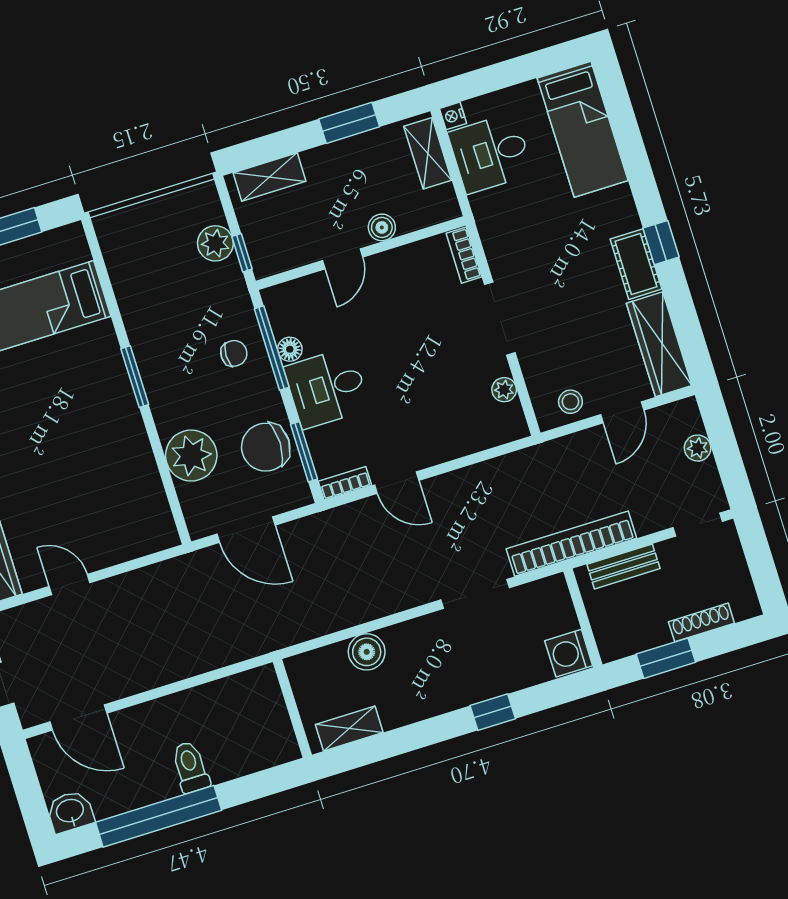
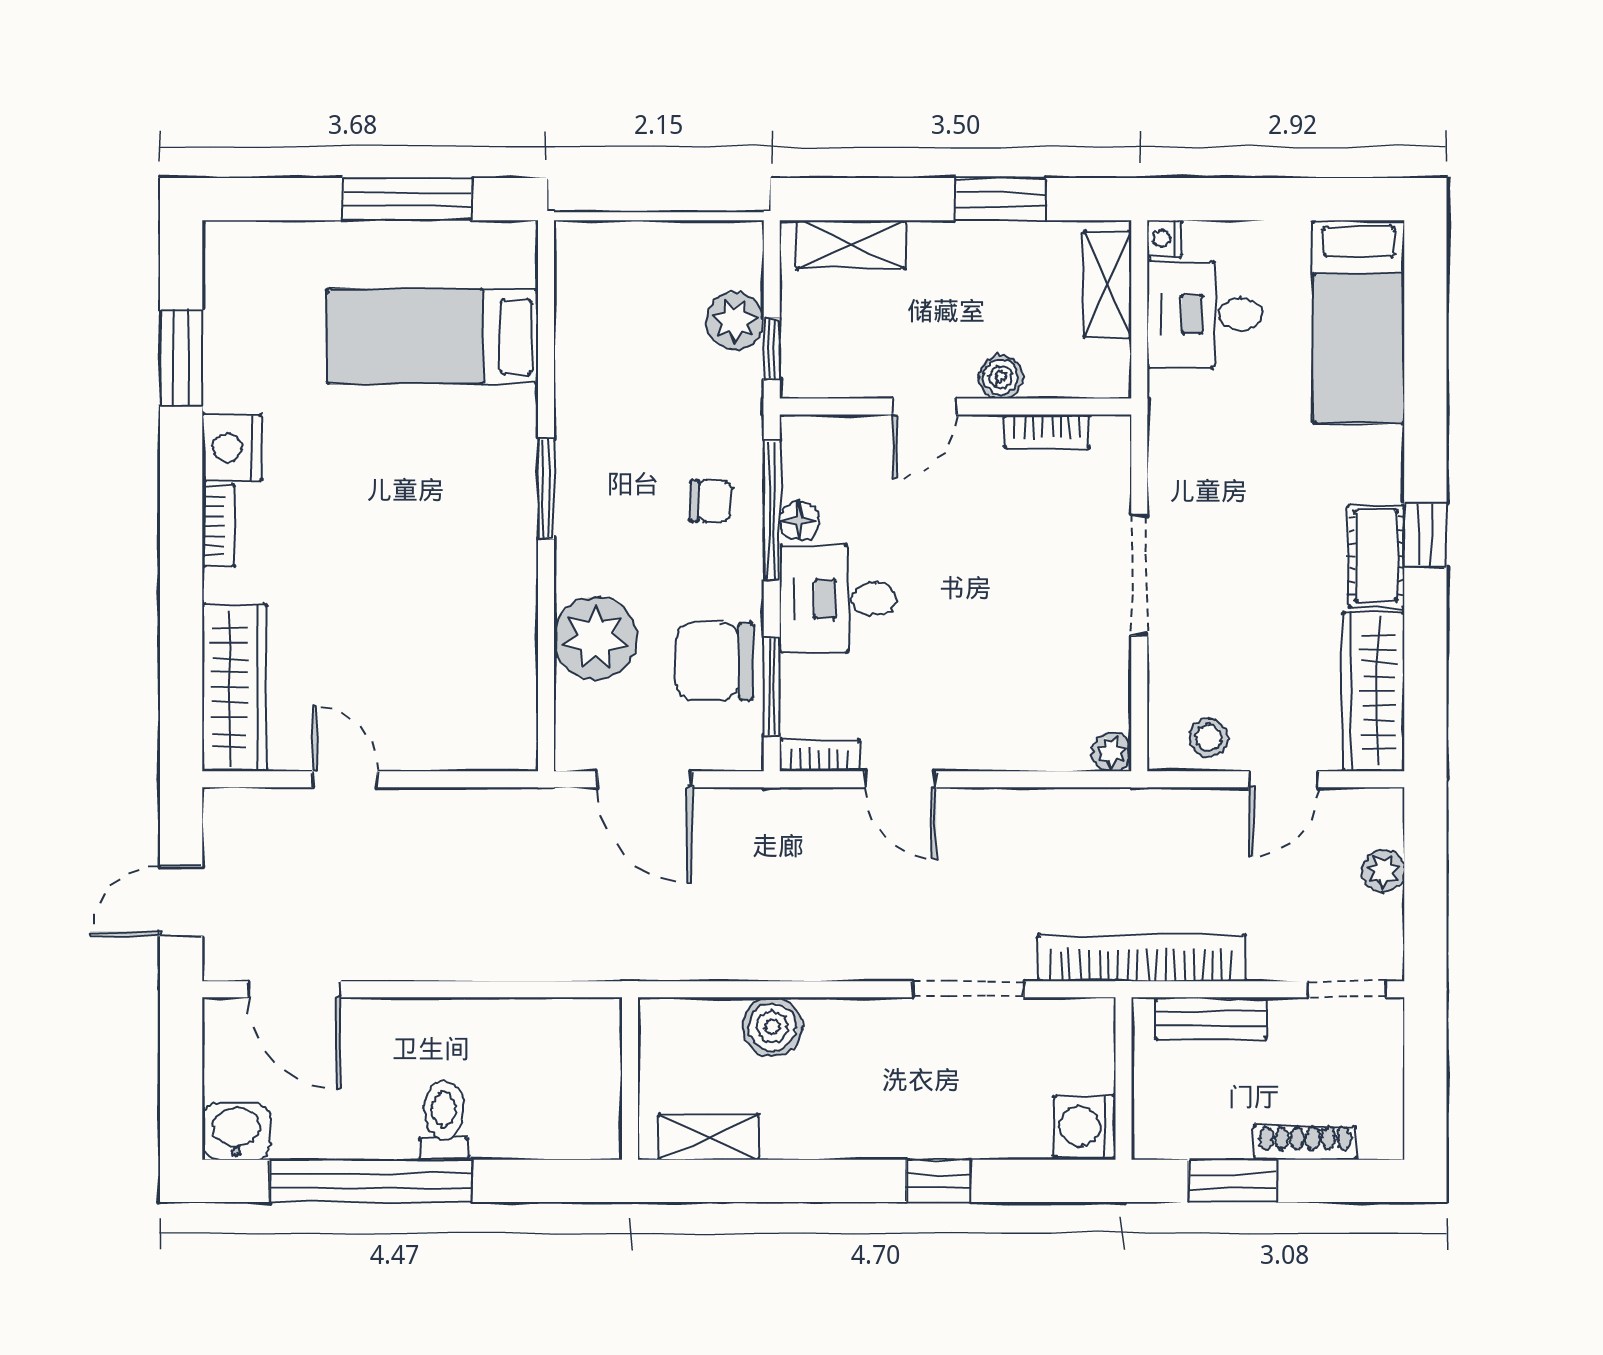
bookcase: (464, 255) -> (1047, 431), moved, turned -90
plant: (504, 390) -> (1112, 752), moved

